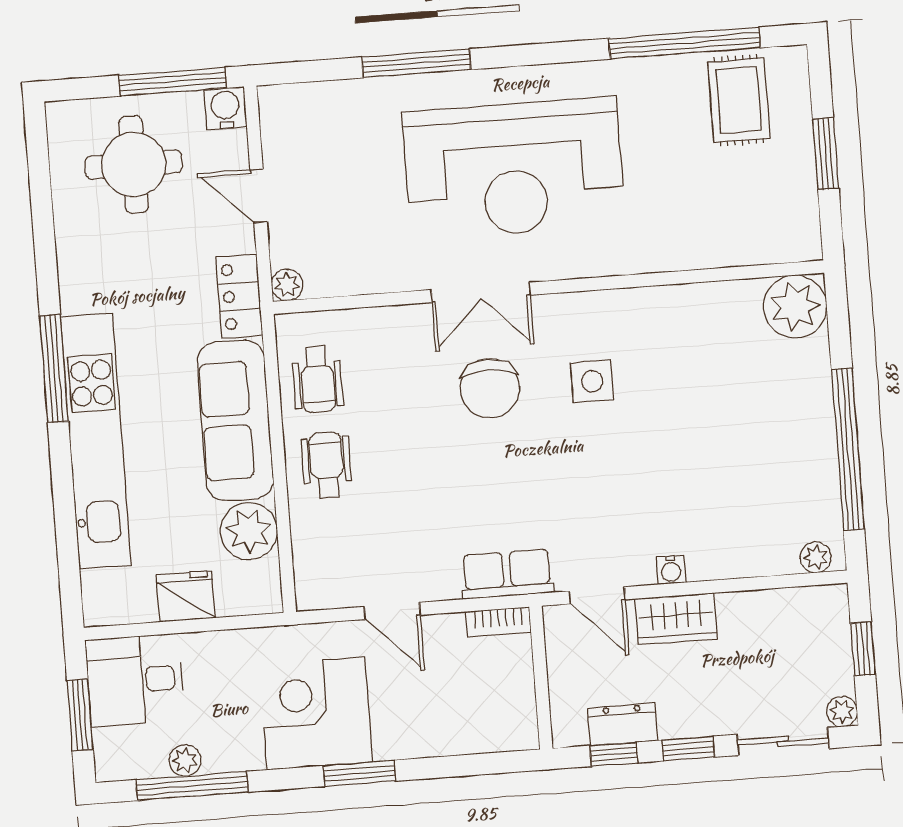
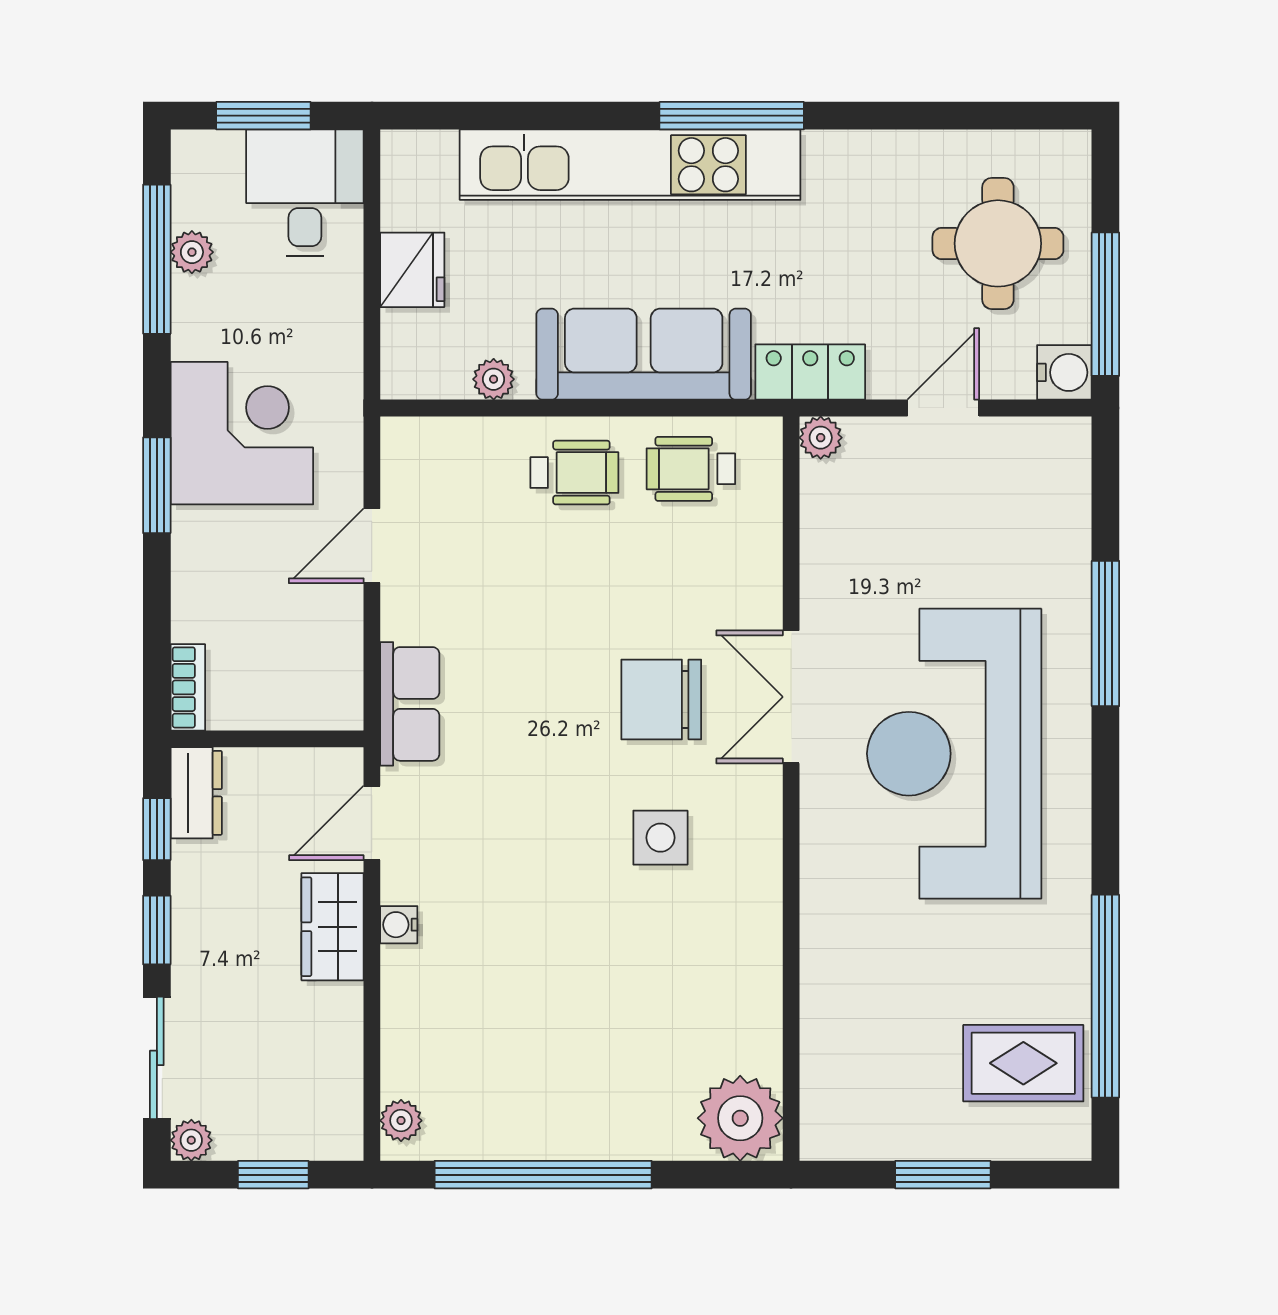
plant: (249, 531) -> (494, 379), width x0.53, depth x0.53
bookcase: (498, 622) -> (188, 687), moved, turned 180
dresser: (623, 724) -> (196, 793), moved

